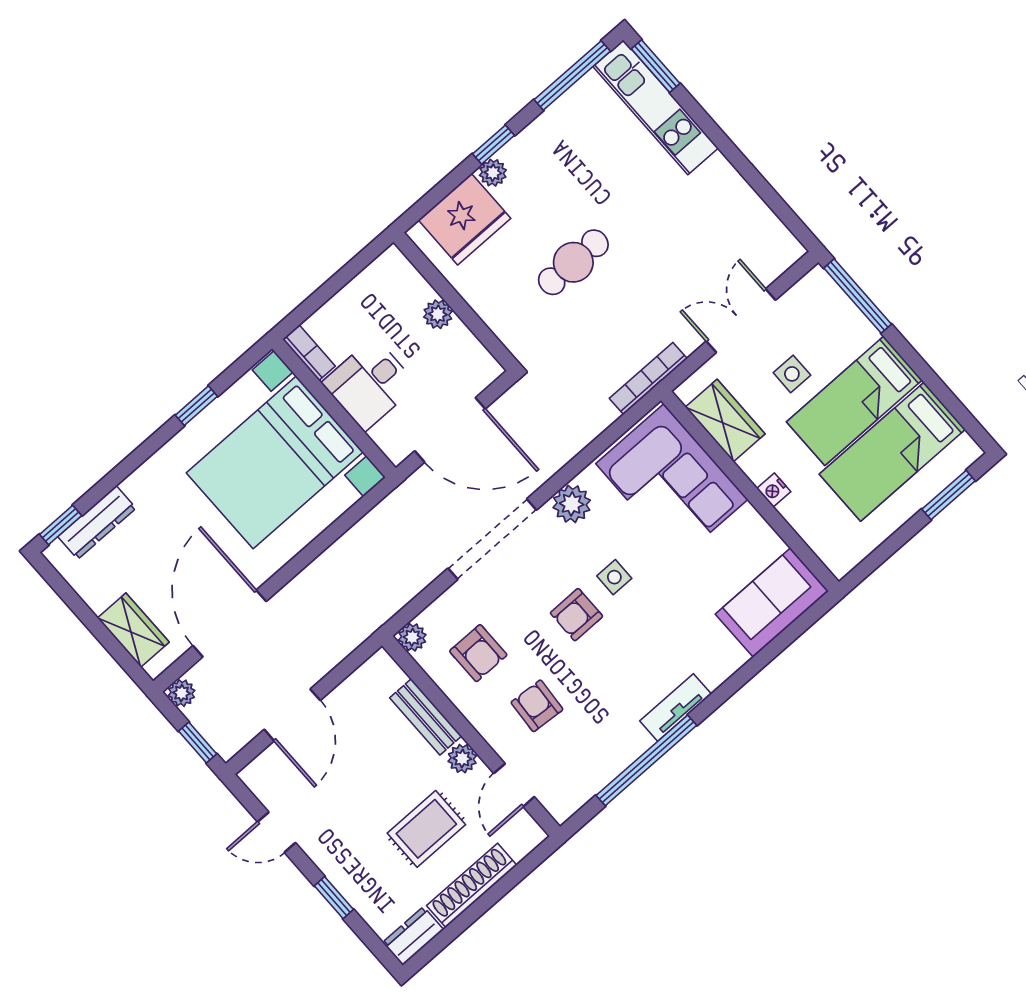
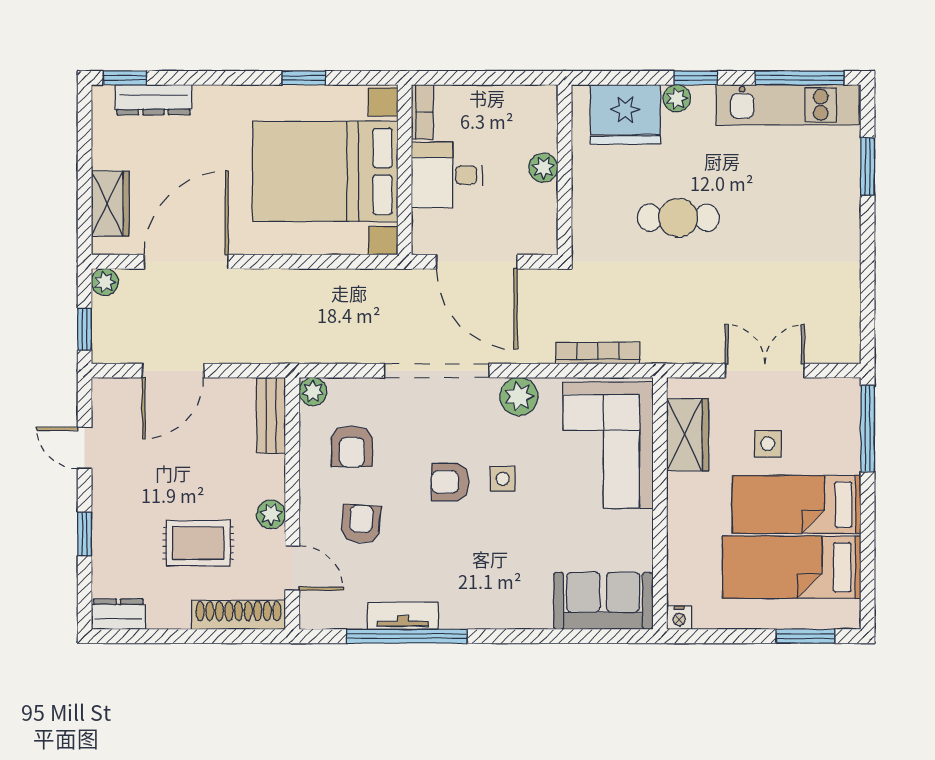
window: (656, 66) -> (868, 166), moved
kitchen unit: (656, 107) -> (788, 105), moved, turned -90
bookcase: (648, 378) -> (598, 353), moved
nightstand: (774, 490) -> (679, 618), moved, turned -90
tv unit: (676, 707) -> (403, 616), moved
bench: (426, 717) -> (271, 415), moved
door: (514, 785) -> (292, 568), swing flipped
shoe rack: (472, 885) -> (238, 615), moved

